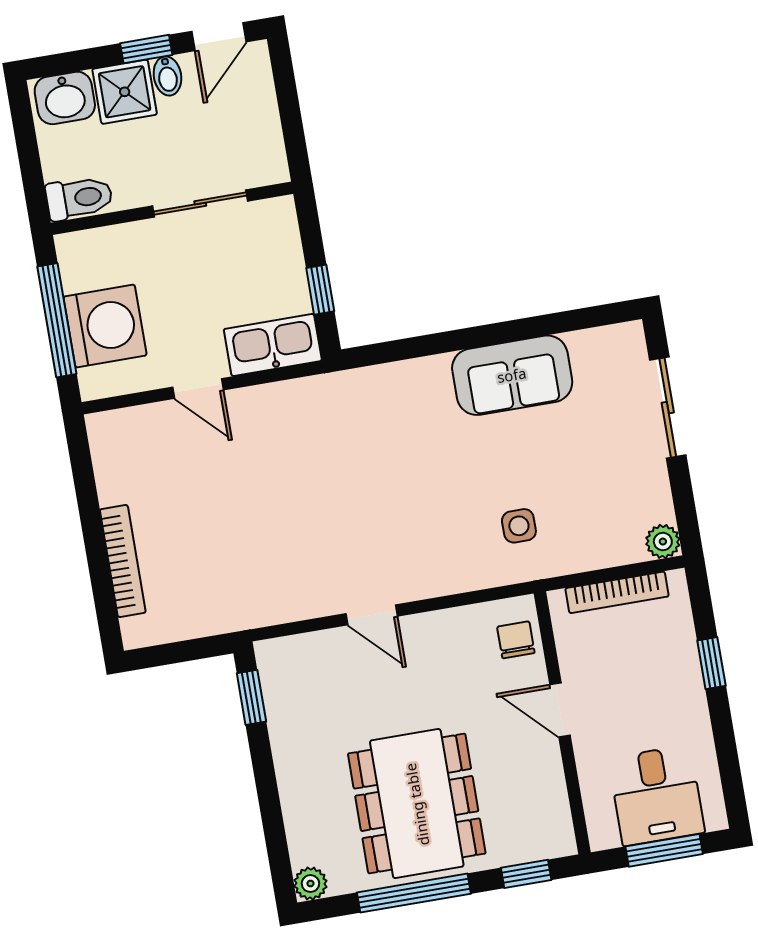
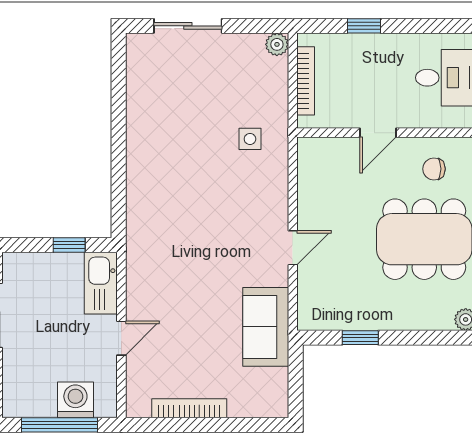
washing machine: (105, 326) -> (75, 400), width x0.73, depth x0.73
sofa: (512, 375) -> (266, 327), moved, turned 180
bookcase: (123, 561) -> (189, 408), moved
chair: (516, 640) -> (434, 169), moved
window: (251, 697) -> (360, 338), moved

